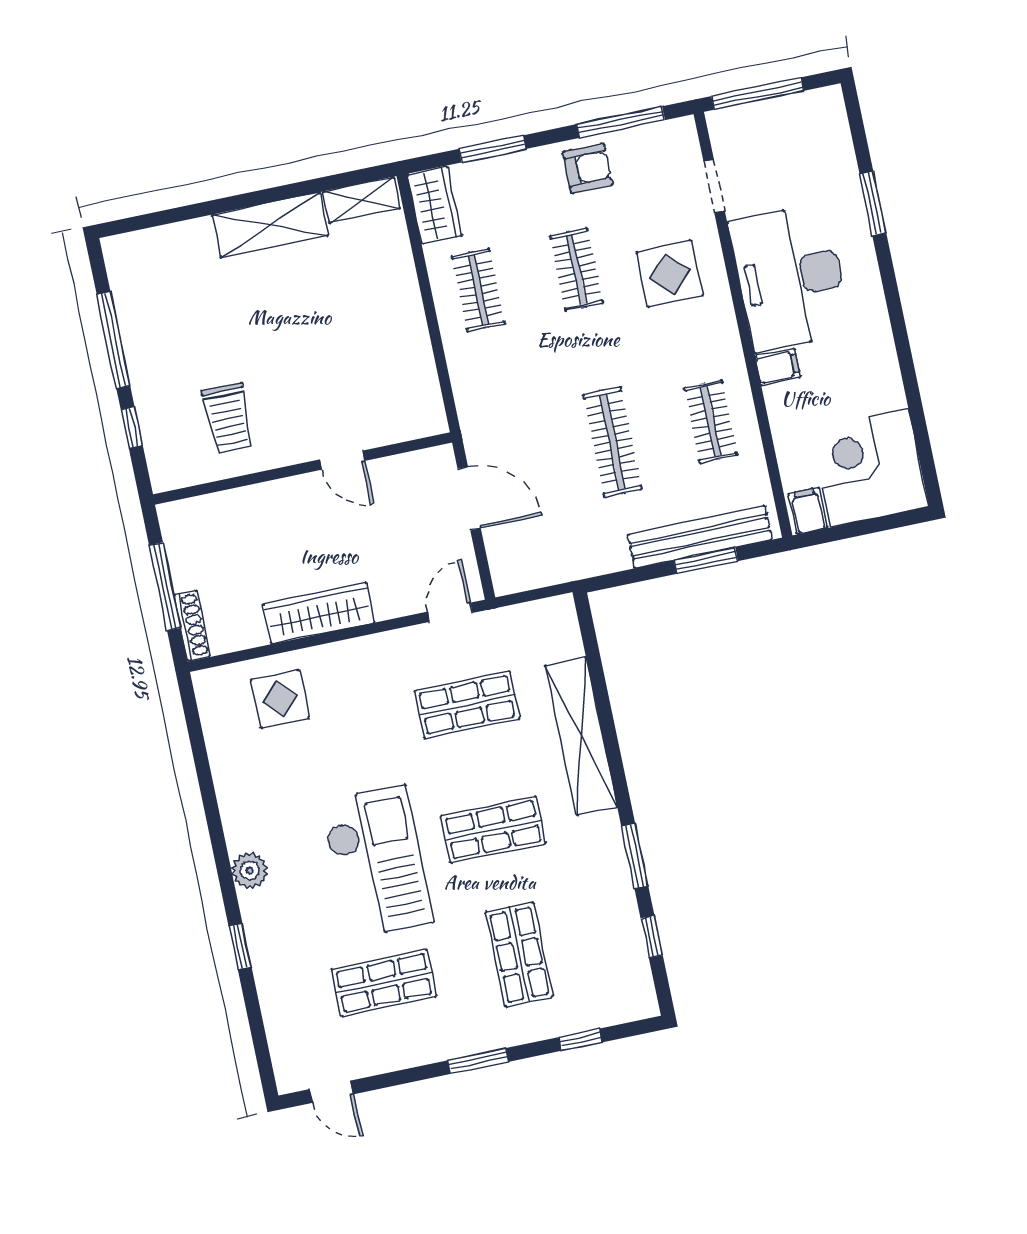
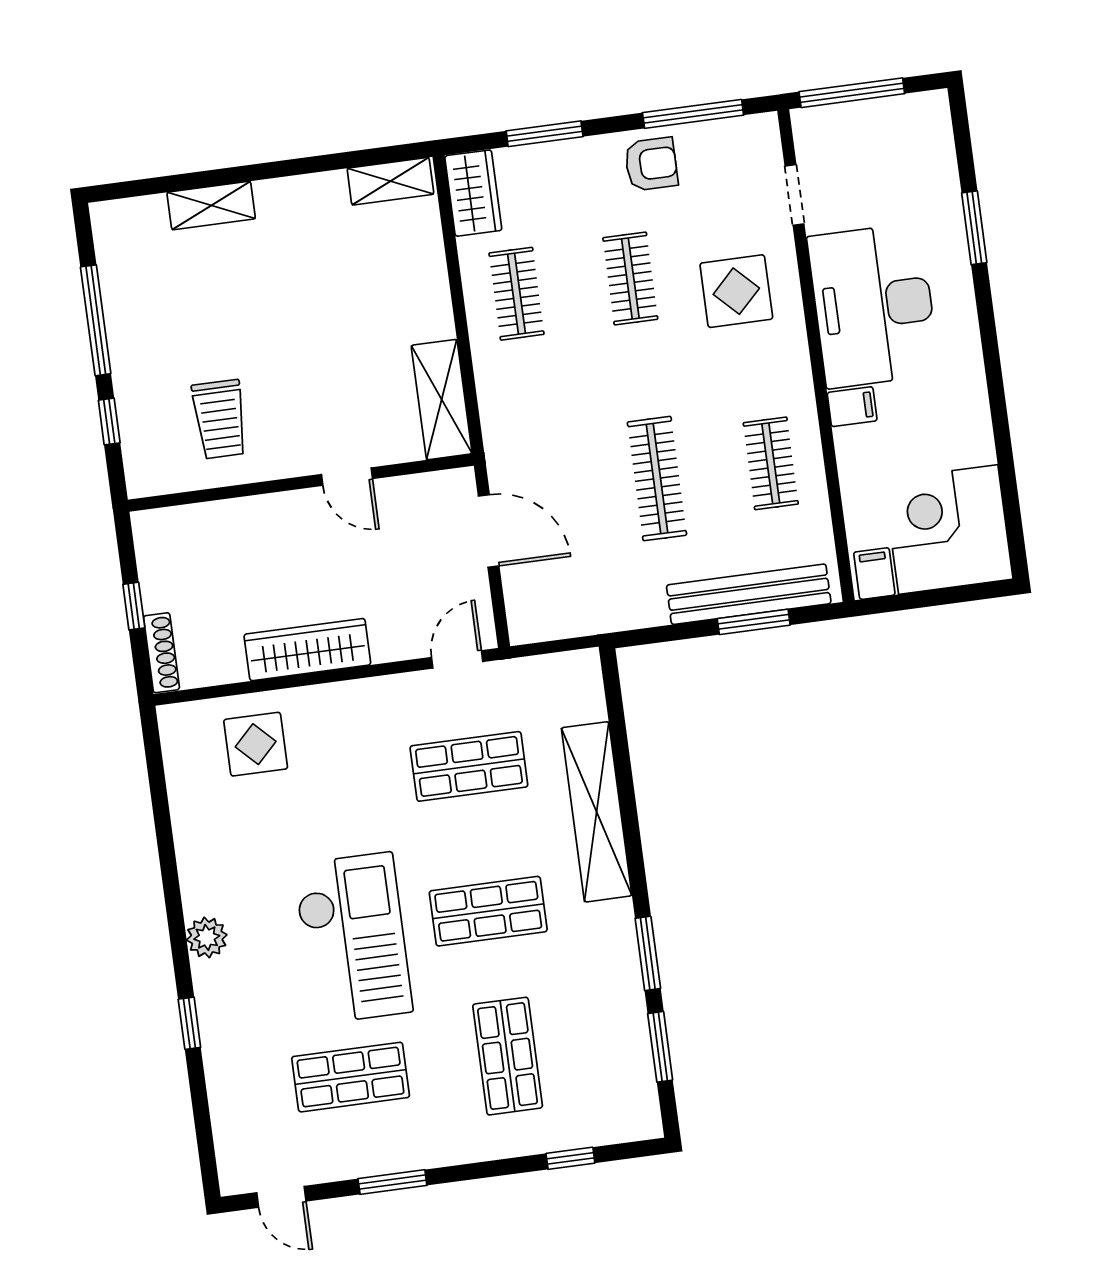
shelving: (270, 225) -> (211, 205), moved, width x0.67, depth x0.75
shelving: (420, 387) -> (442, 400), added
window: (165, 587) -> (134, 606), width x0.46
window: (652, 937) -> (660, 1047), width x1.50
window: (478, 1061) -> (392, 1182), moved

